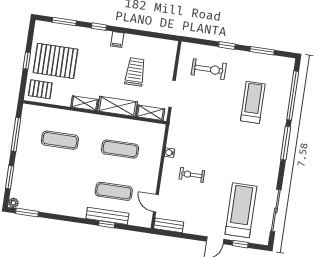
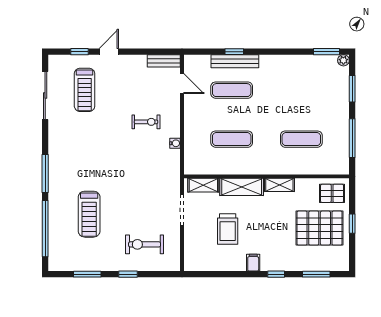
treadmill: (241, 210) -> (85, 90), width x0.73, depth x0.73

